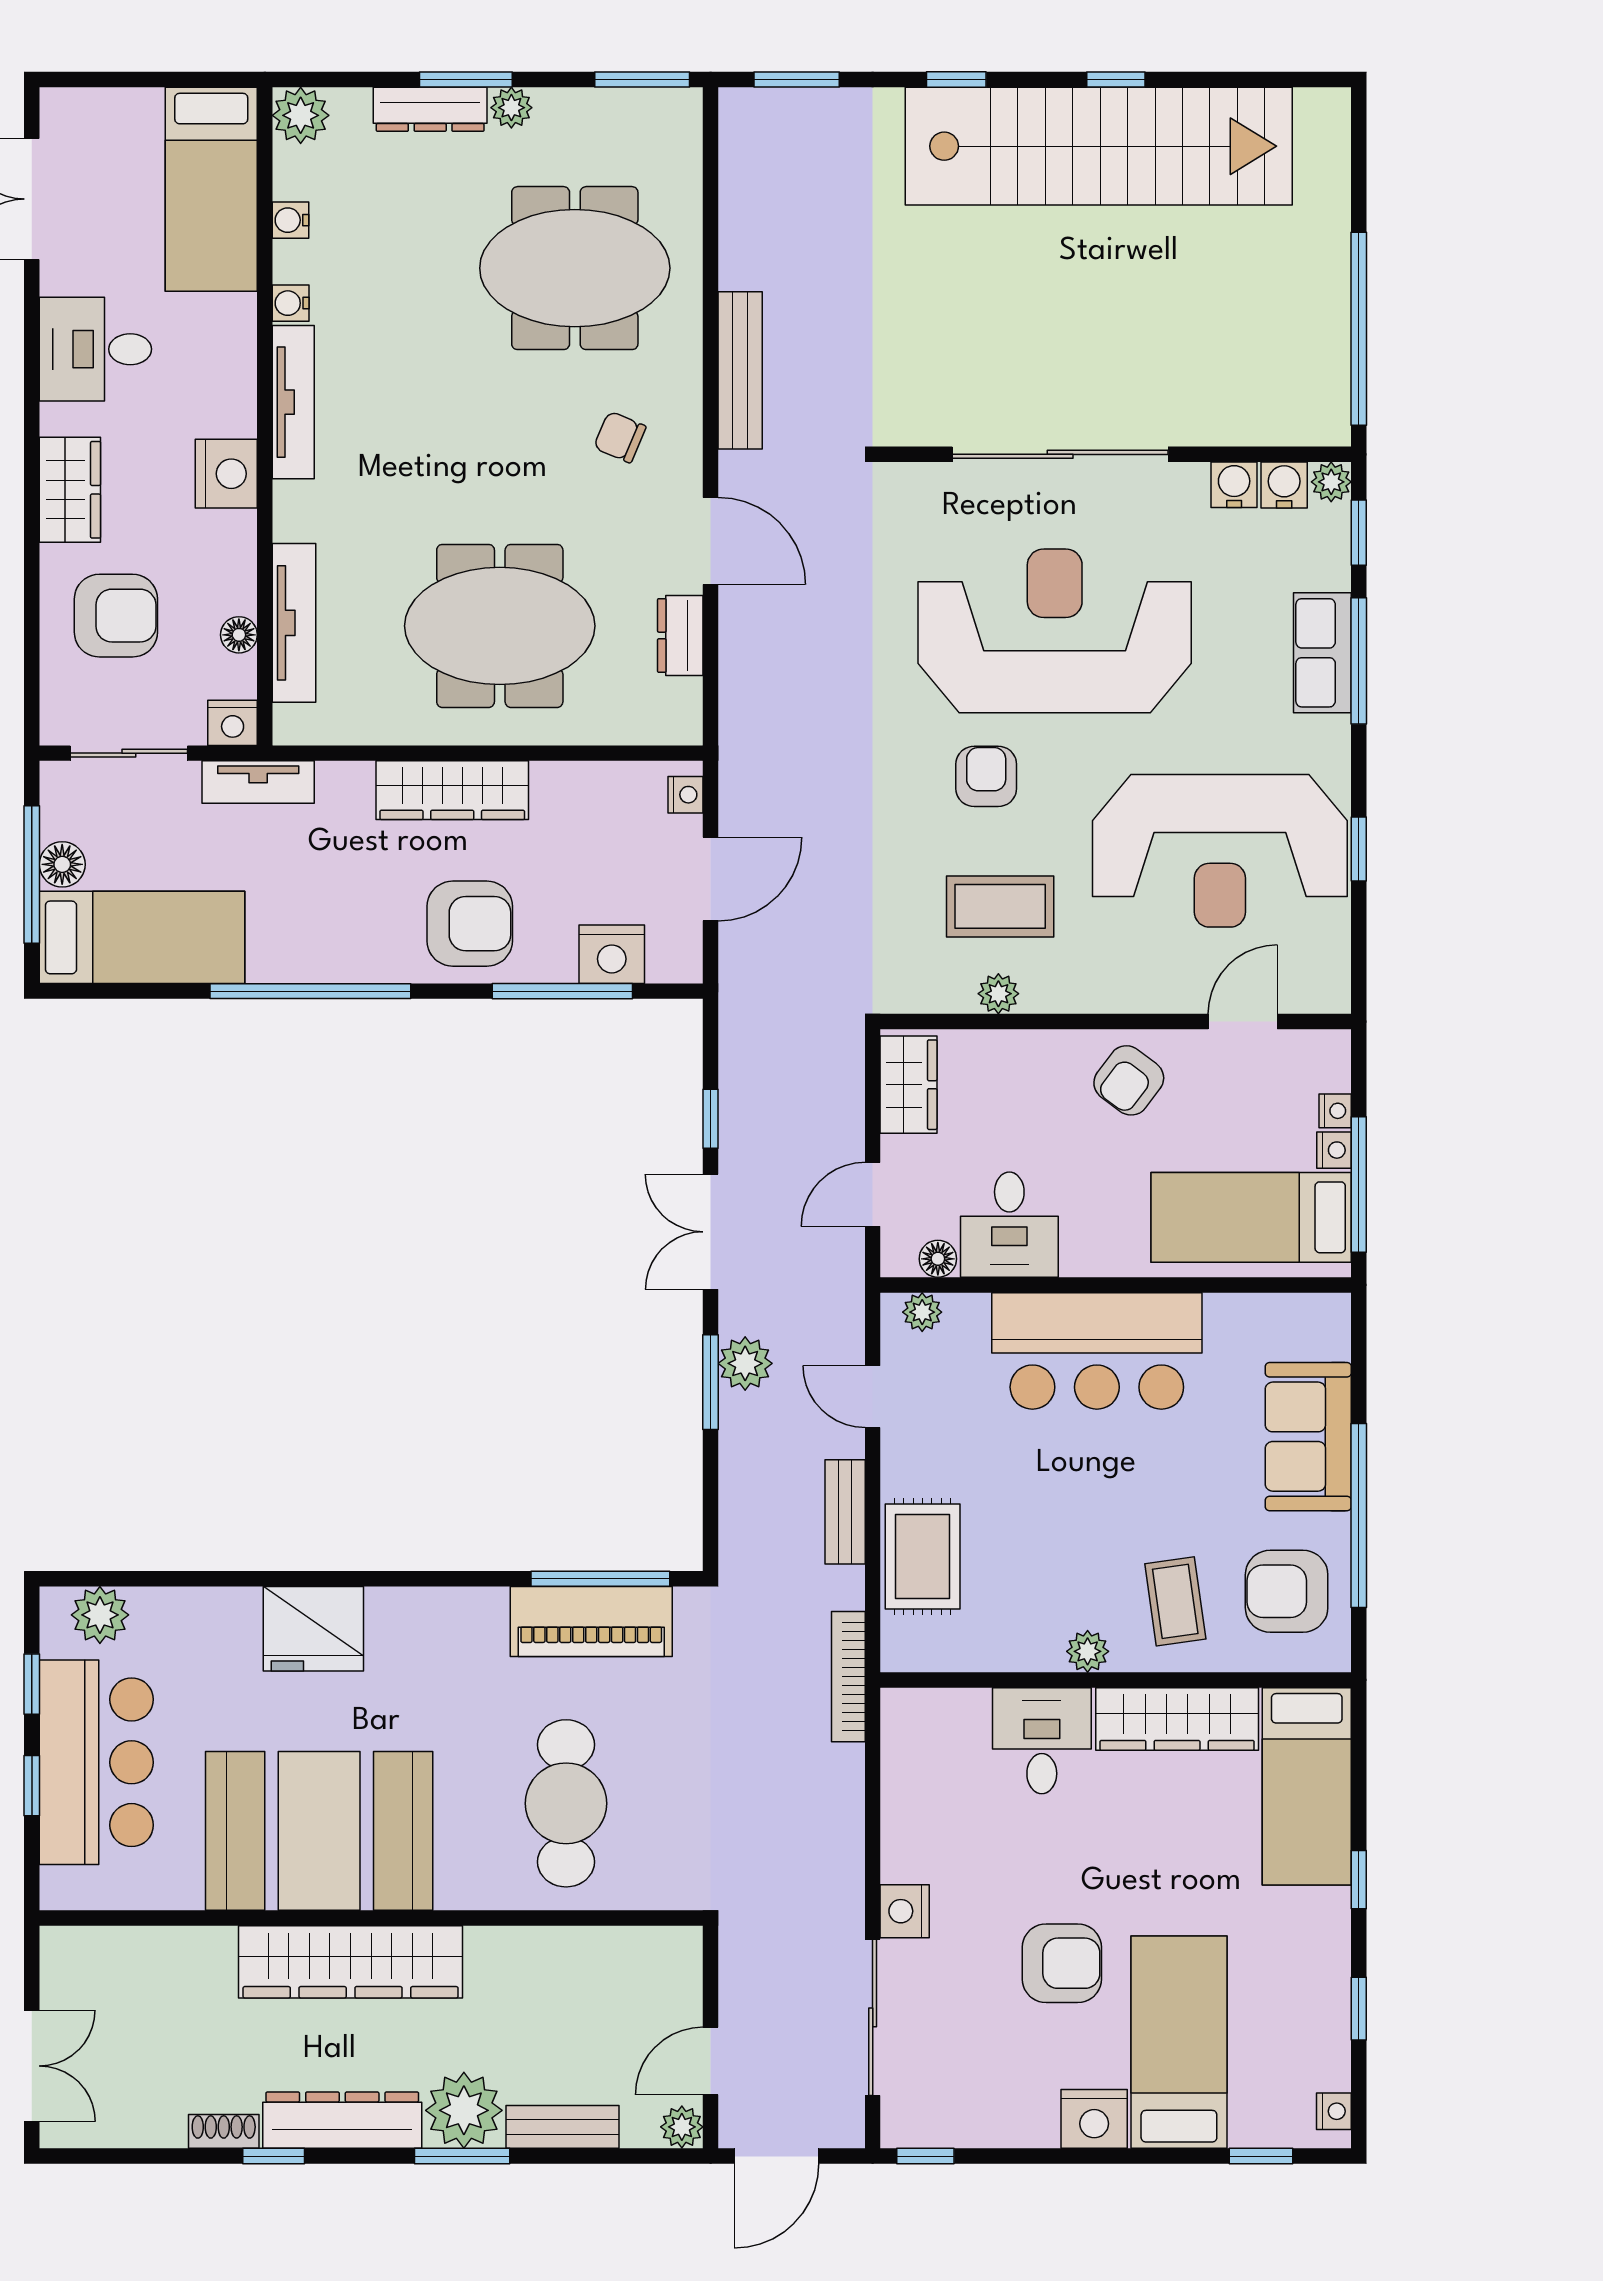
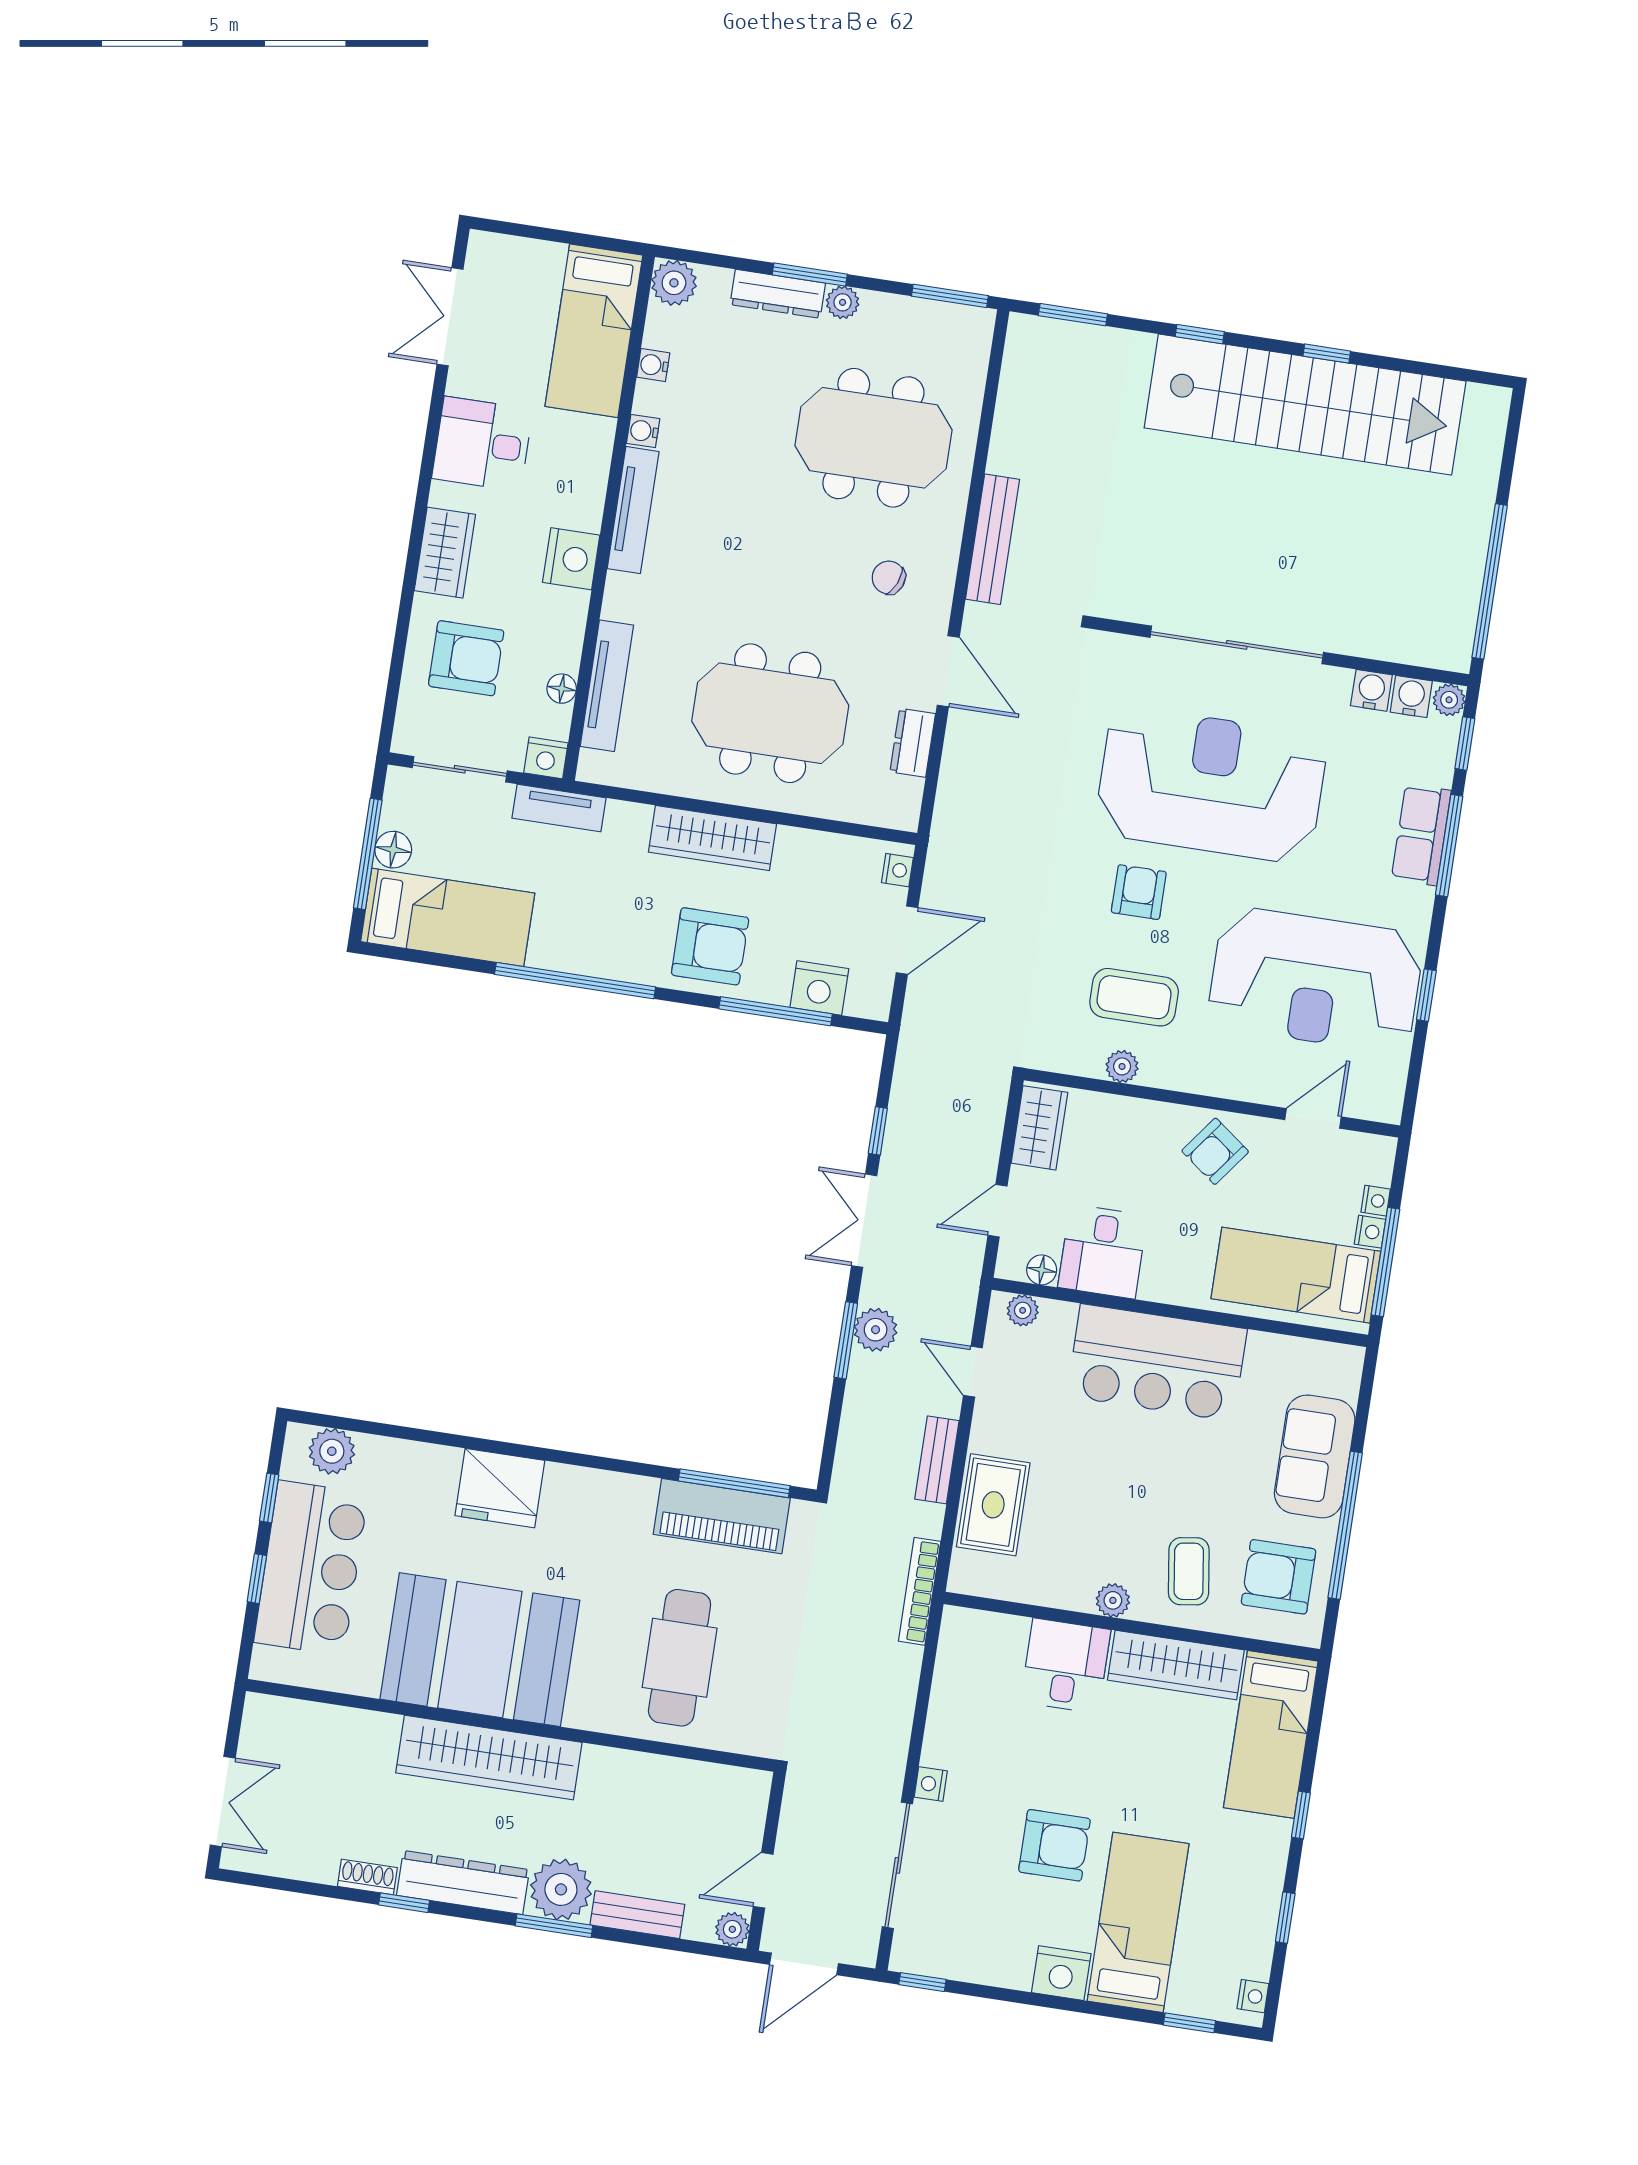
nightstand: (905, 1911) -> (931, 1784), width x0.72, depth x0.74

